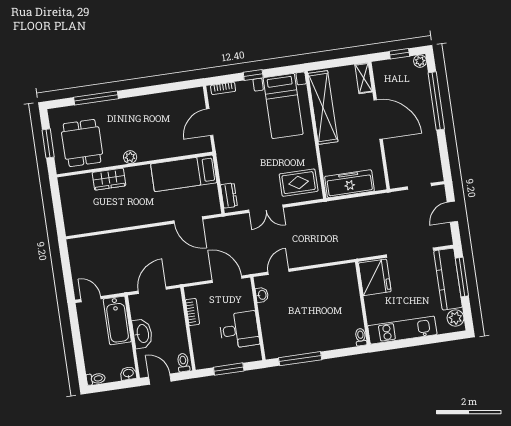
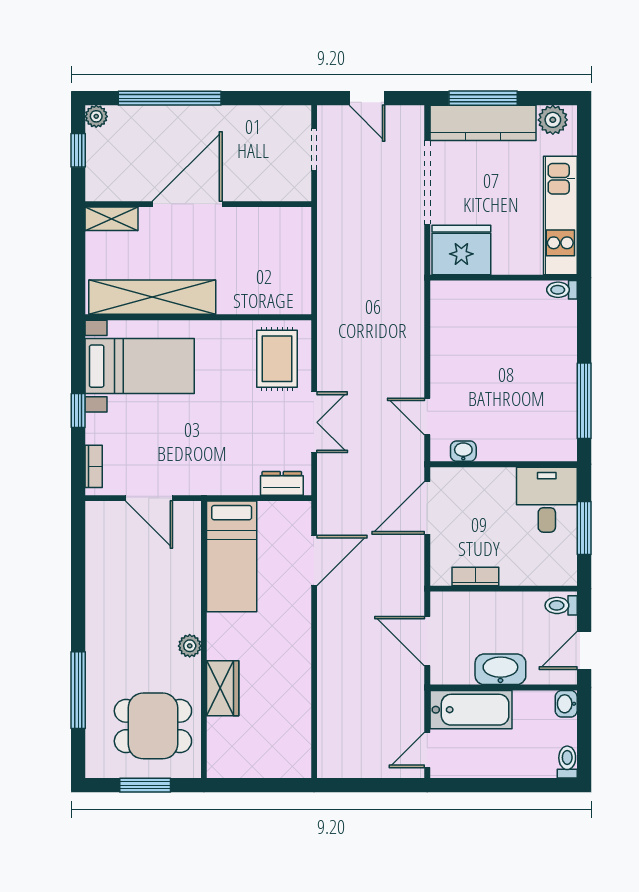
freezer: (350, 184) -> (292, 270), removed
desk: (239, 330) -> (547, 500), moved

